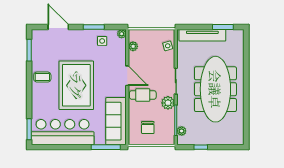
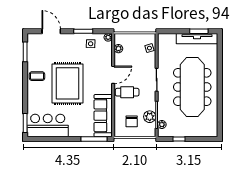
tv unit: (202, 35) -> (197, 39), moved
door: (127, 76) -> (113, 75), hinge flipped
plant: (168, 103) -> (150, 117), moved
bar counter: (63, 132) -> (48, 126), width x0.73

